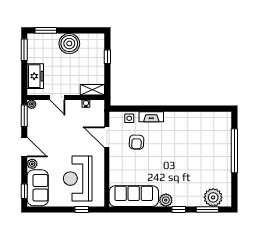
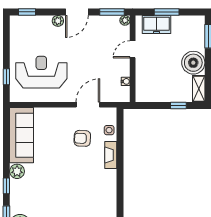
window: (24, 50) -> (167, 12), moved
shelving: (92, 90) -> (199, 89), moved
sofa: (38, 188) -> (31, 27), removed

